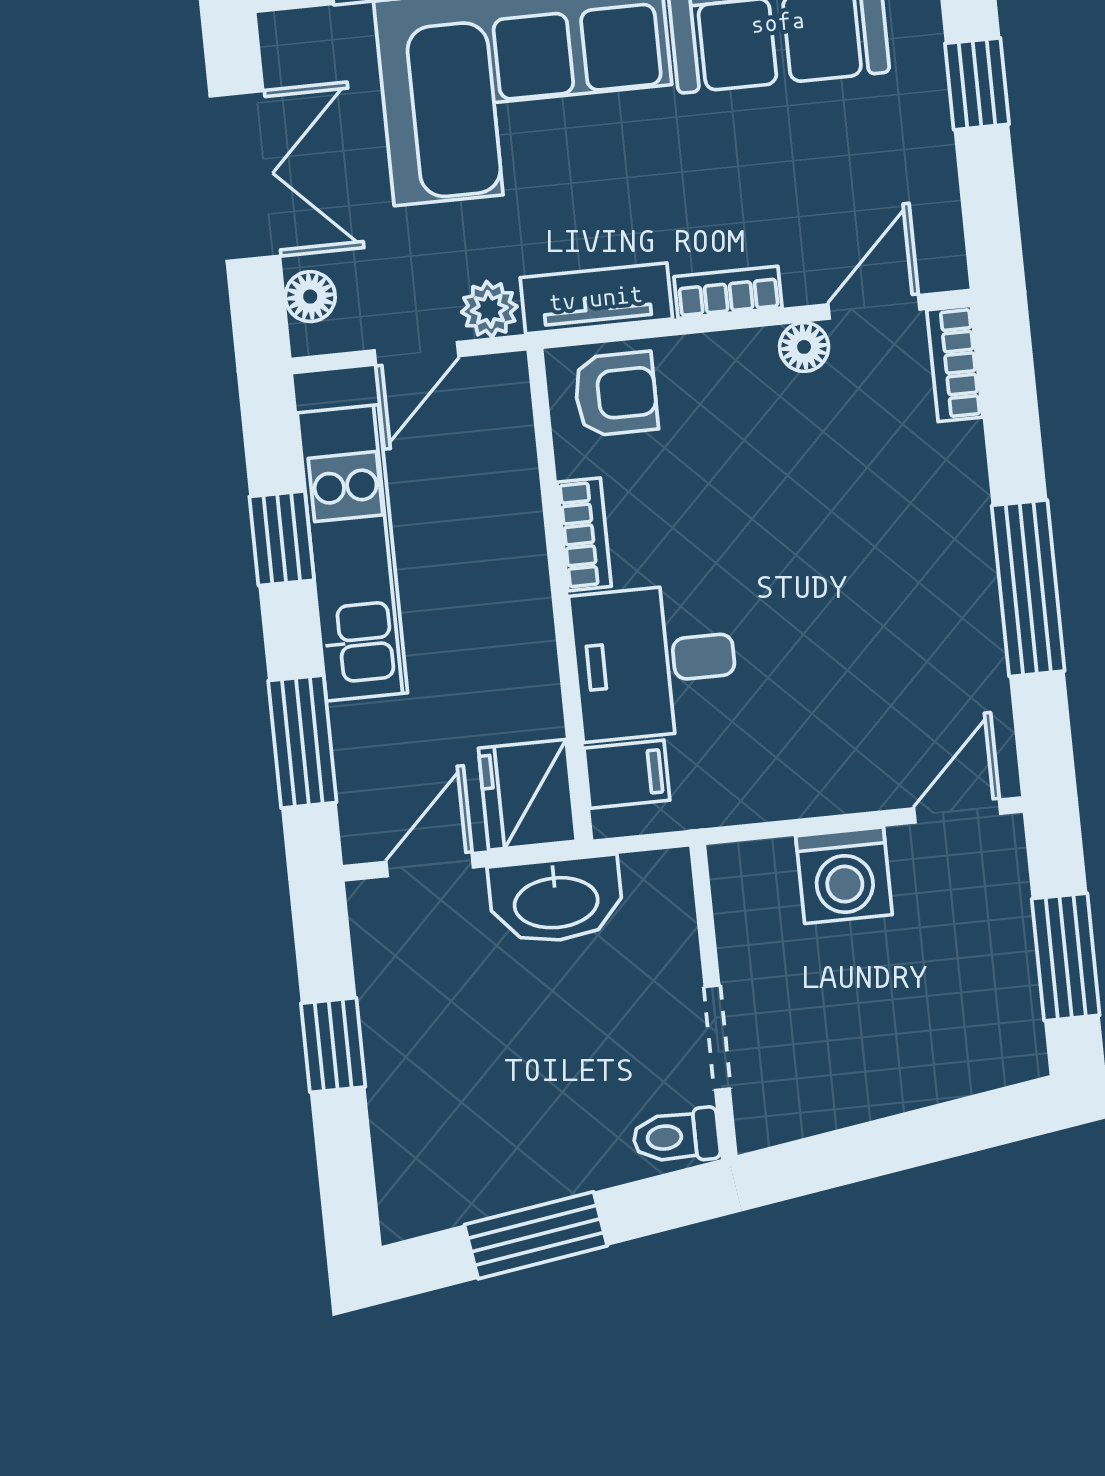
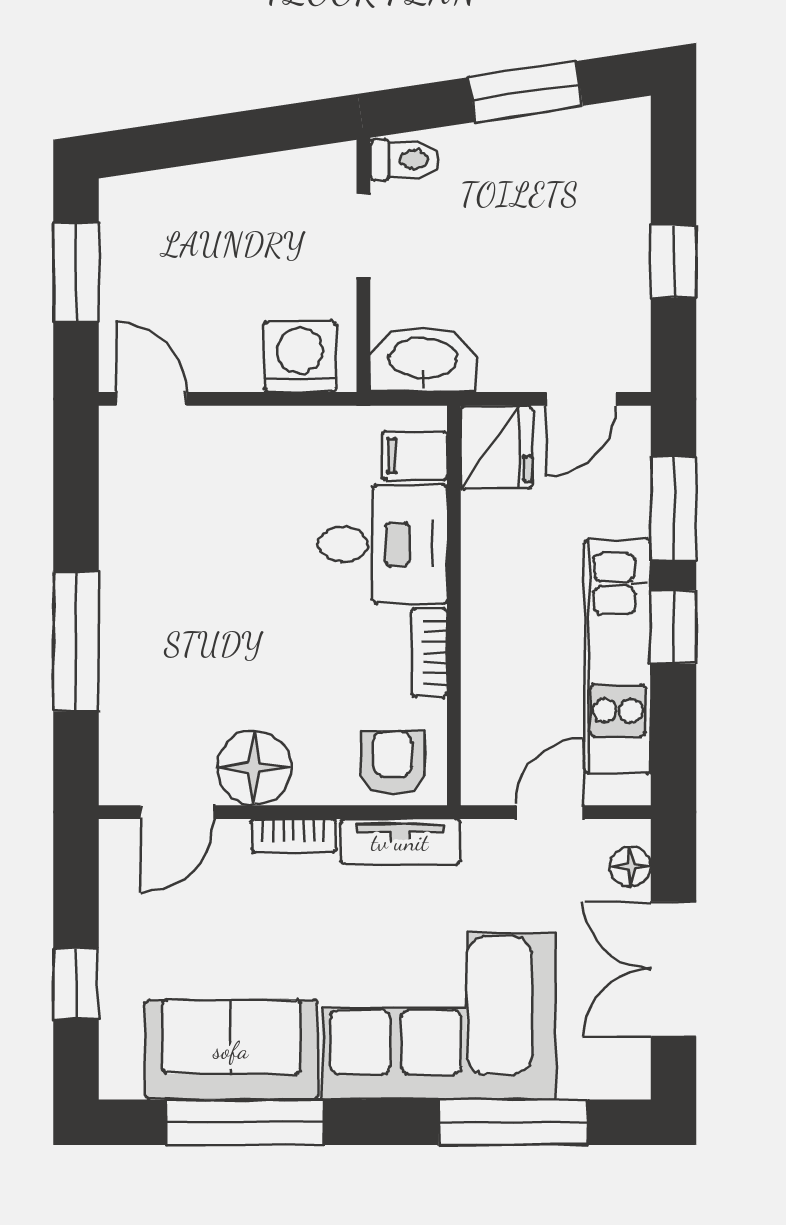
plant: (489, 309) -> (487, 842), removed
floor lamp: (804, 347) -> (254, 768), width x1.89, depth x1.89
bookcase: (955, 364) -> (117, 760), removed
armchair: (616, 394) -> (392, 763), turned 90
window: (282, 538) -> (673, 627), moved
window: (1028, 588) -> (76, 641), moved
door: (957, 811) -> (151, 399), swing flipped
washing machine: (844, 875) -> (300, 356), moved
washbasin: (556, 900) -> (423, 360), moved

